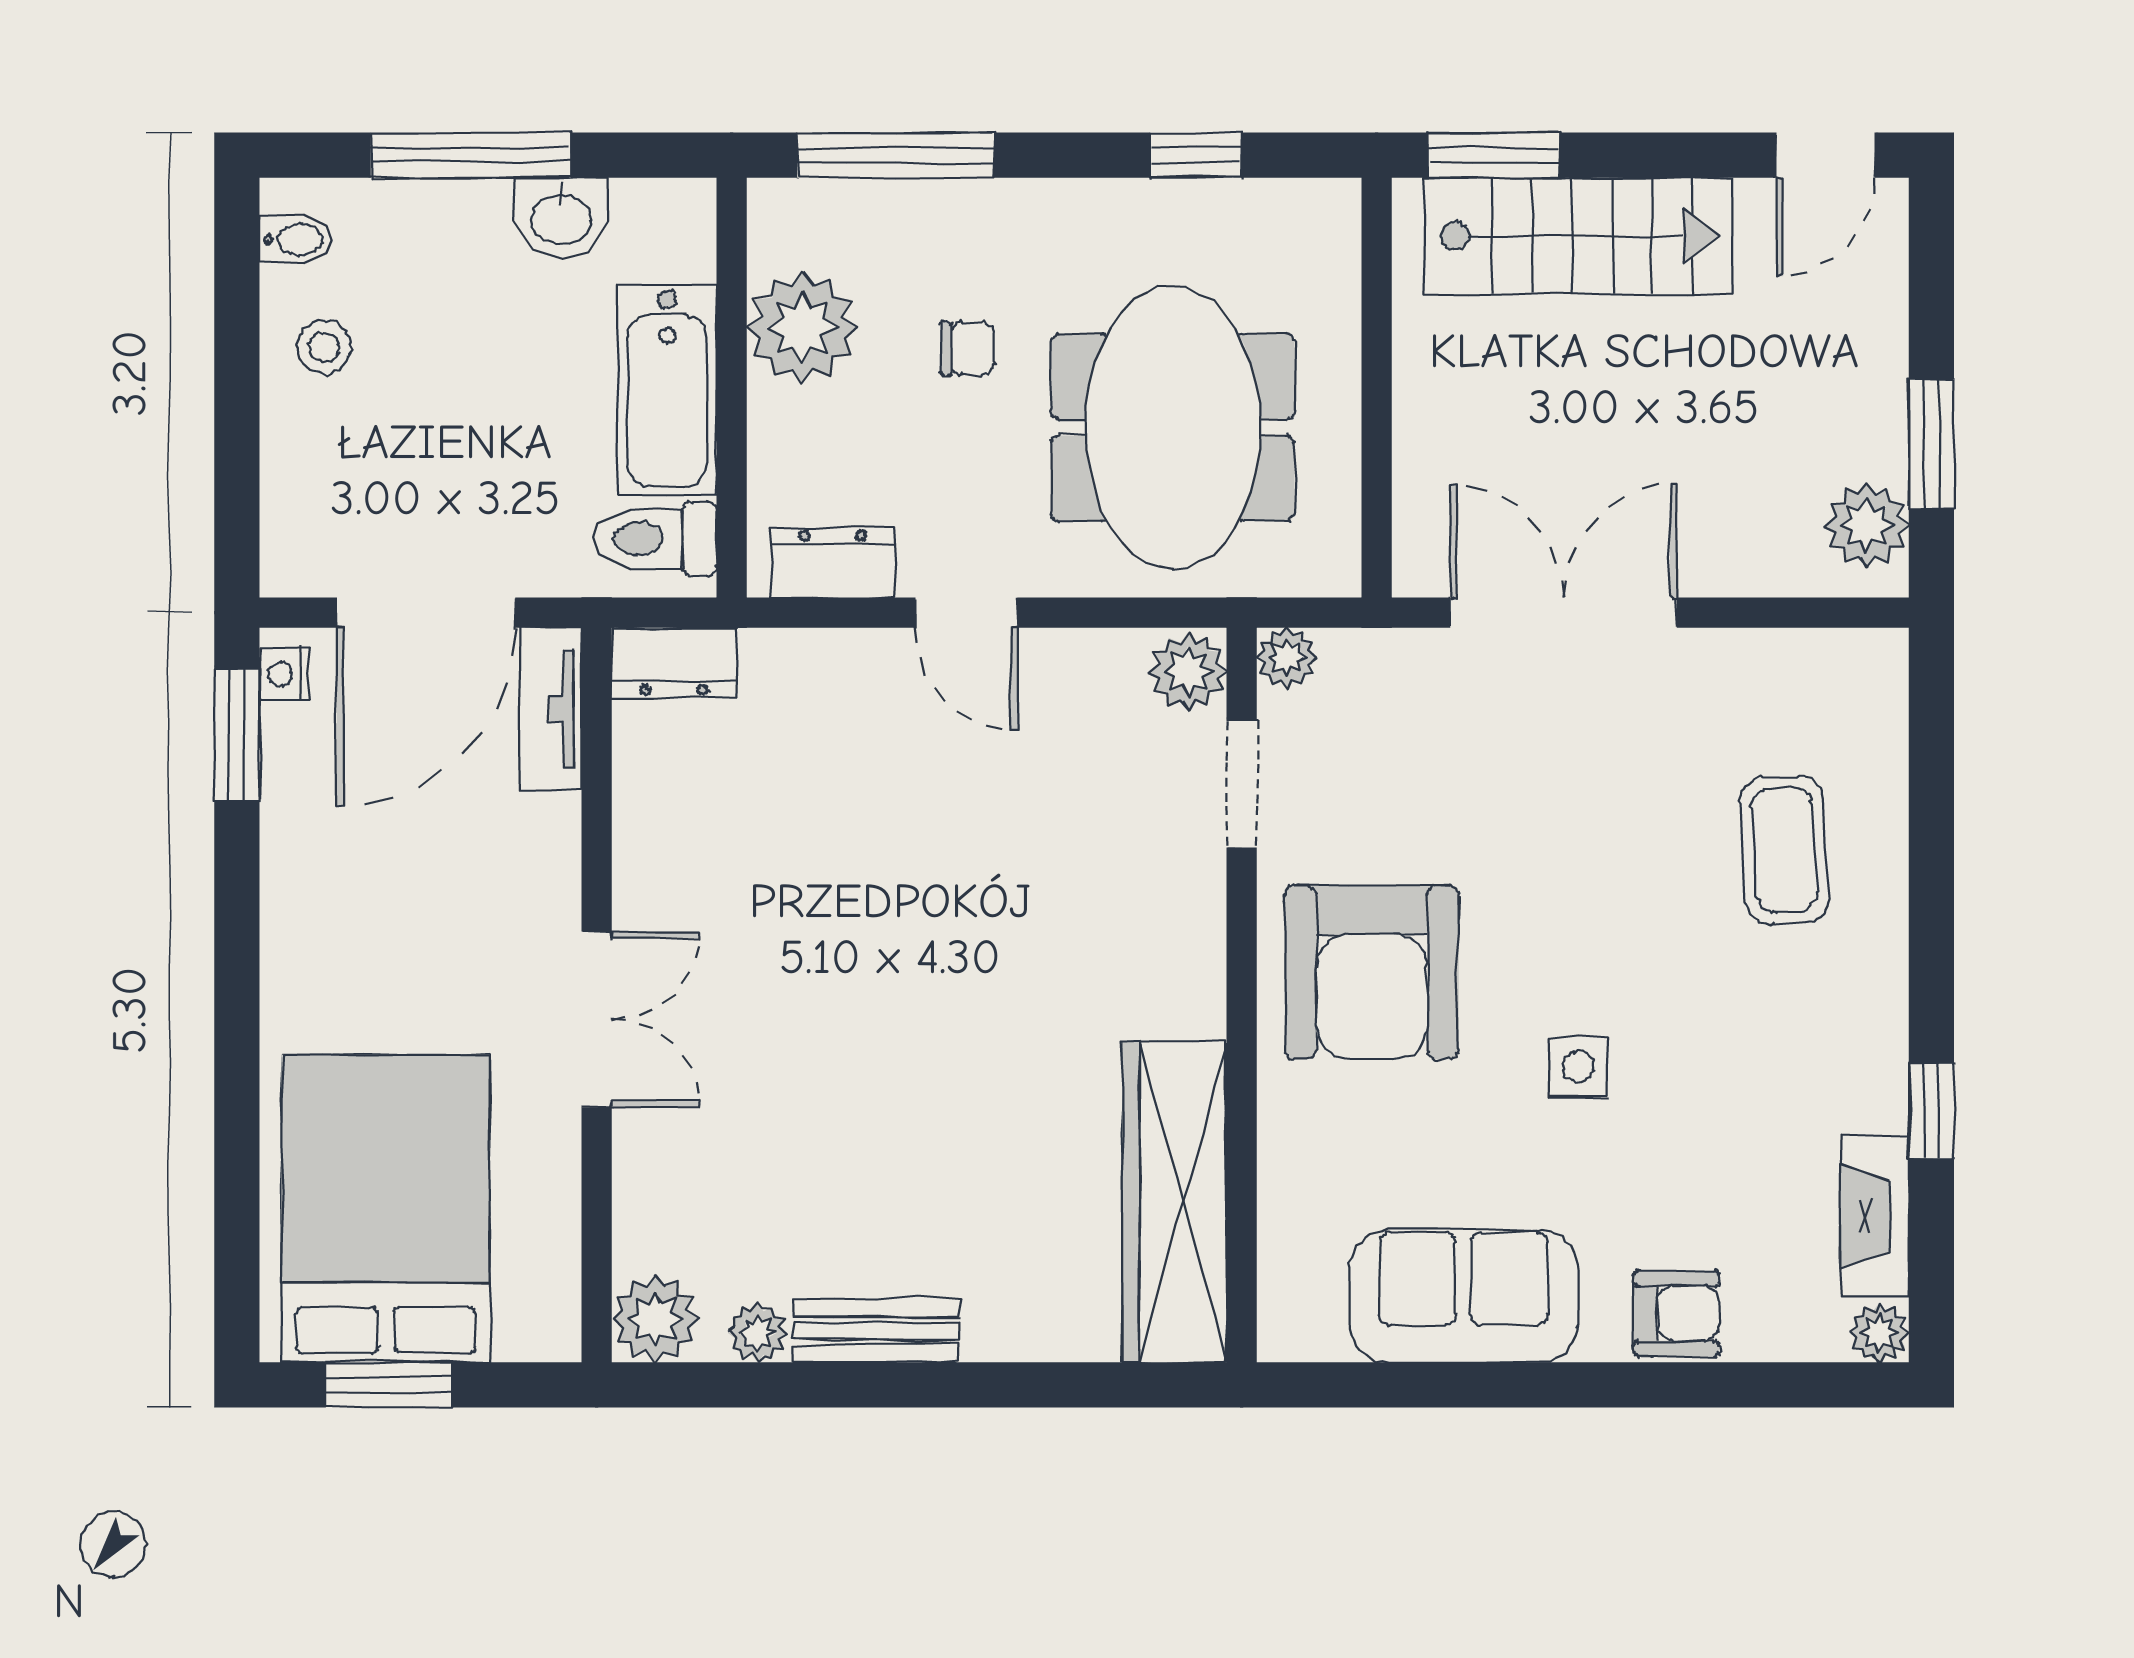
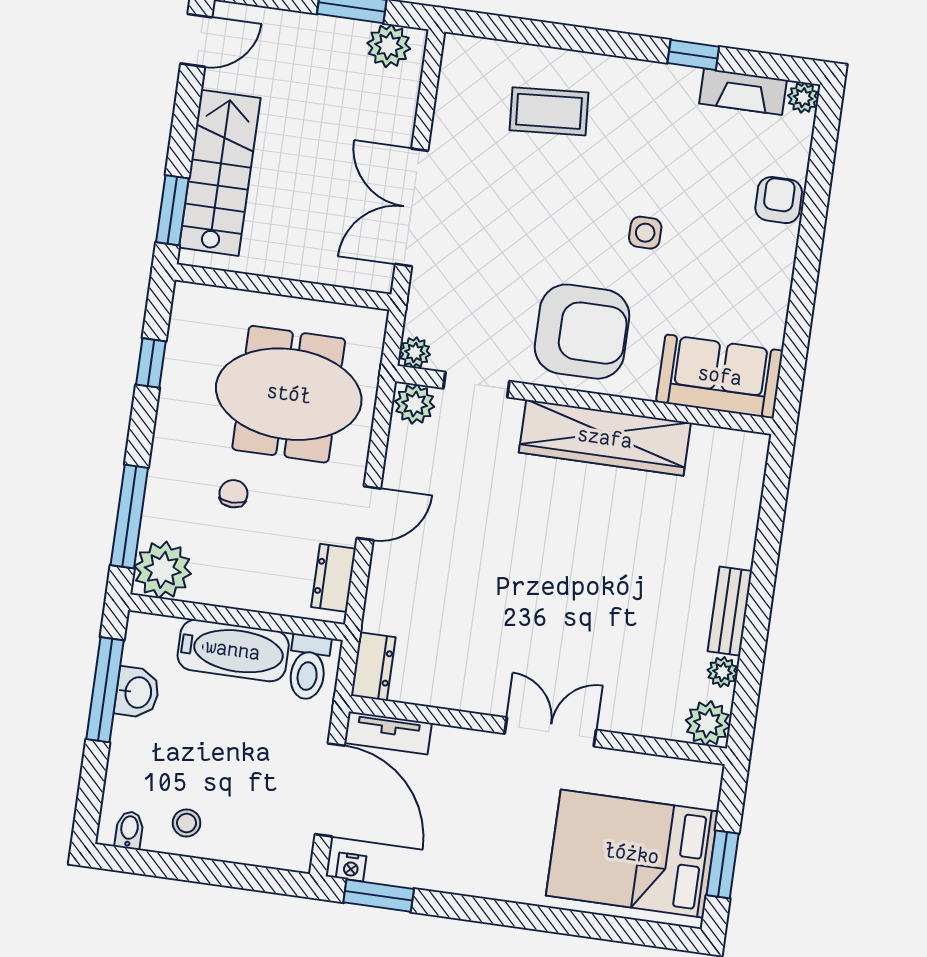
window: (470, 155) -> (105, 690), moved
door: (1826, 155) -> (196, 40), hinge flipped
plant: (802, 328) -> (163, 570), moved
wardrobe: (1175, 1202) -> (605, 438), moved
sofa: (1463, 1296) -> (720, 376), moved, turned 90

